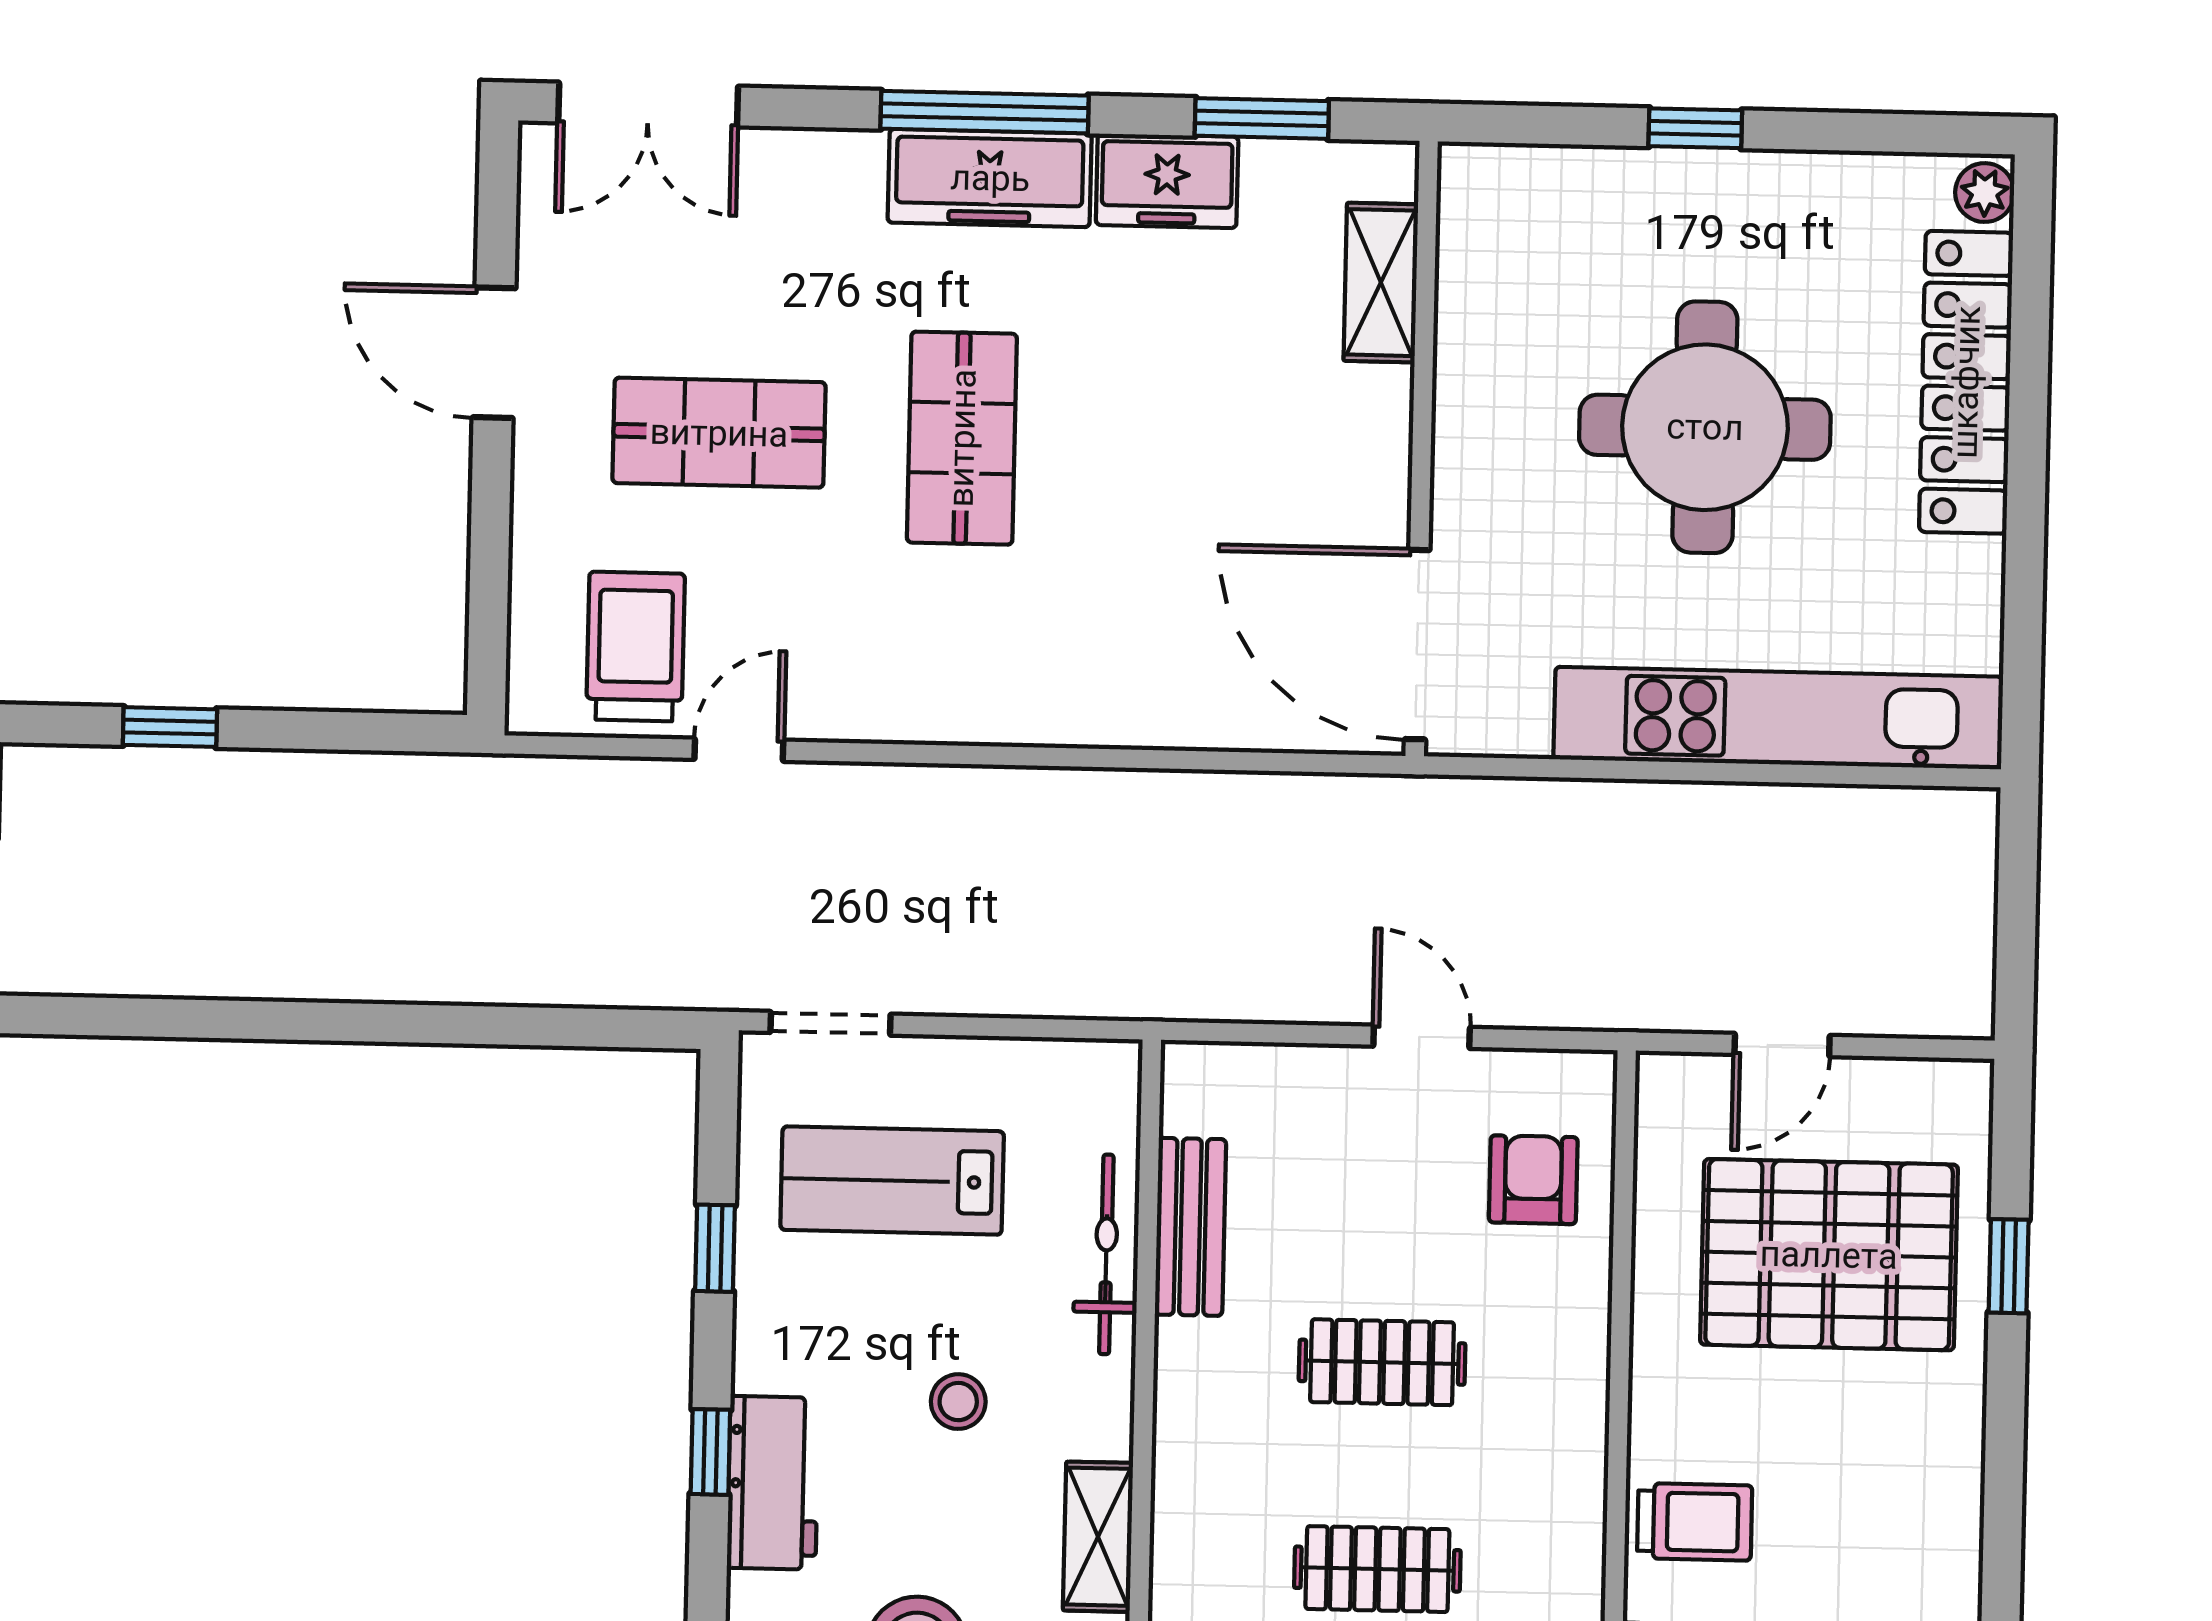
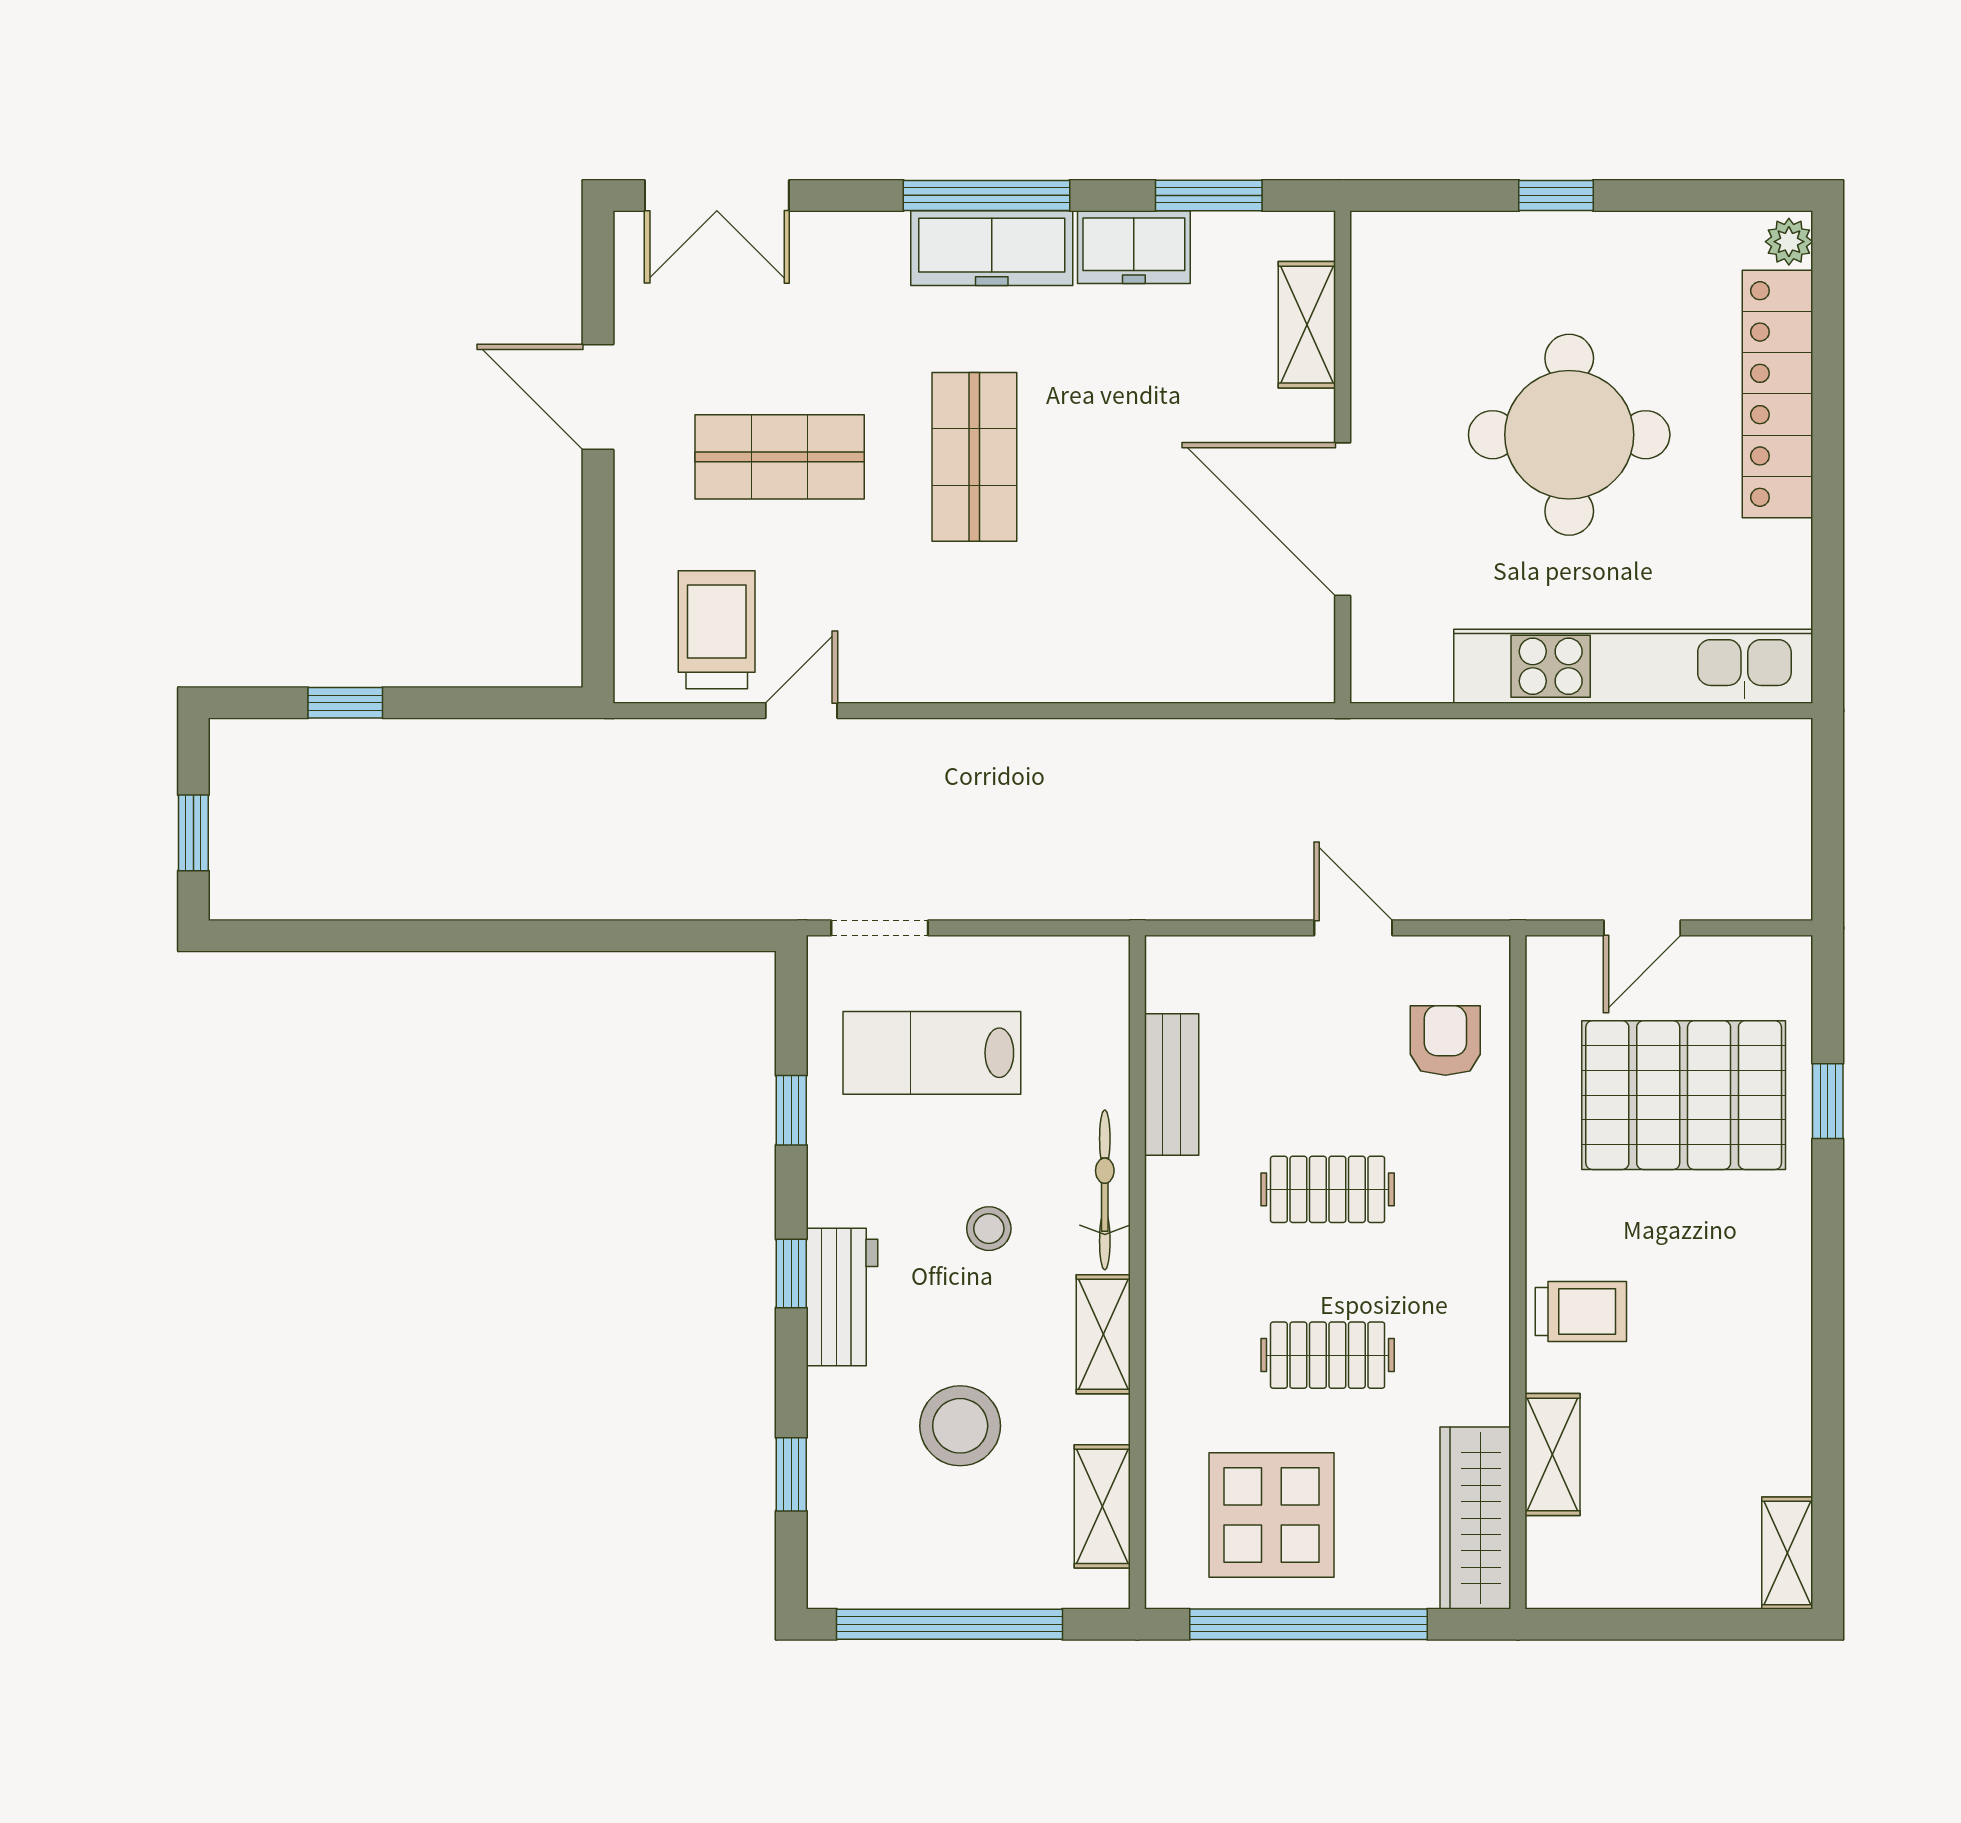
door: (1417, 645) -> (1343, 519), moved
bicycle: (1106, 1254) -> (1105, 1190), moved

